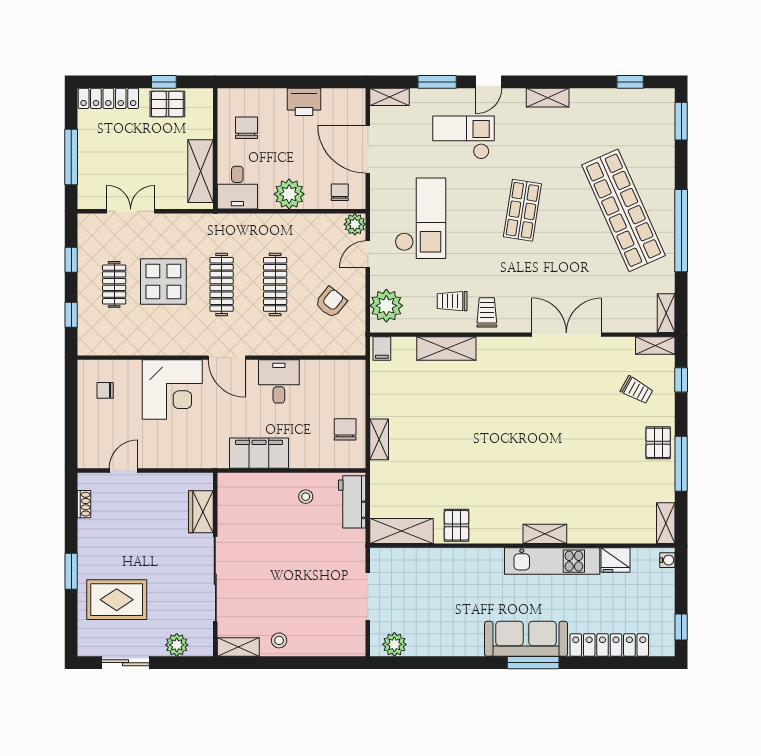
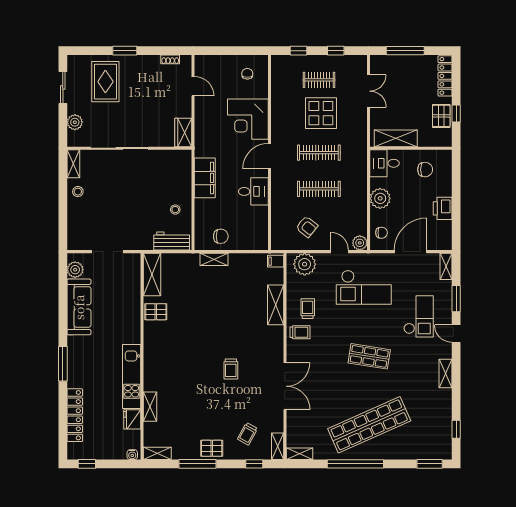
trolley: (541, 415) -> (231, 369), added
wardrobe: (201, 512) -> (183, 133), moved, turned -90
shelving: (545, 534) -> (150, 407), moved
sofa: (526, 639) -> (79, 307), moved

